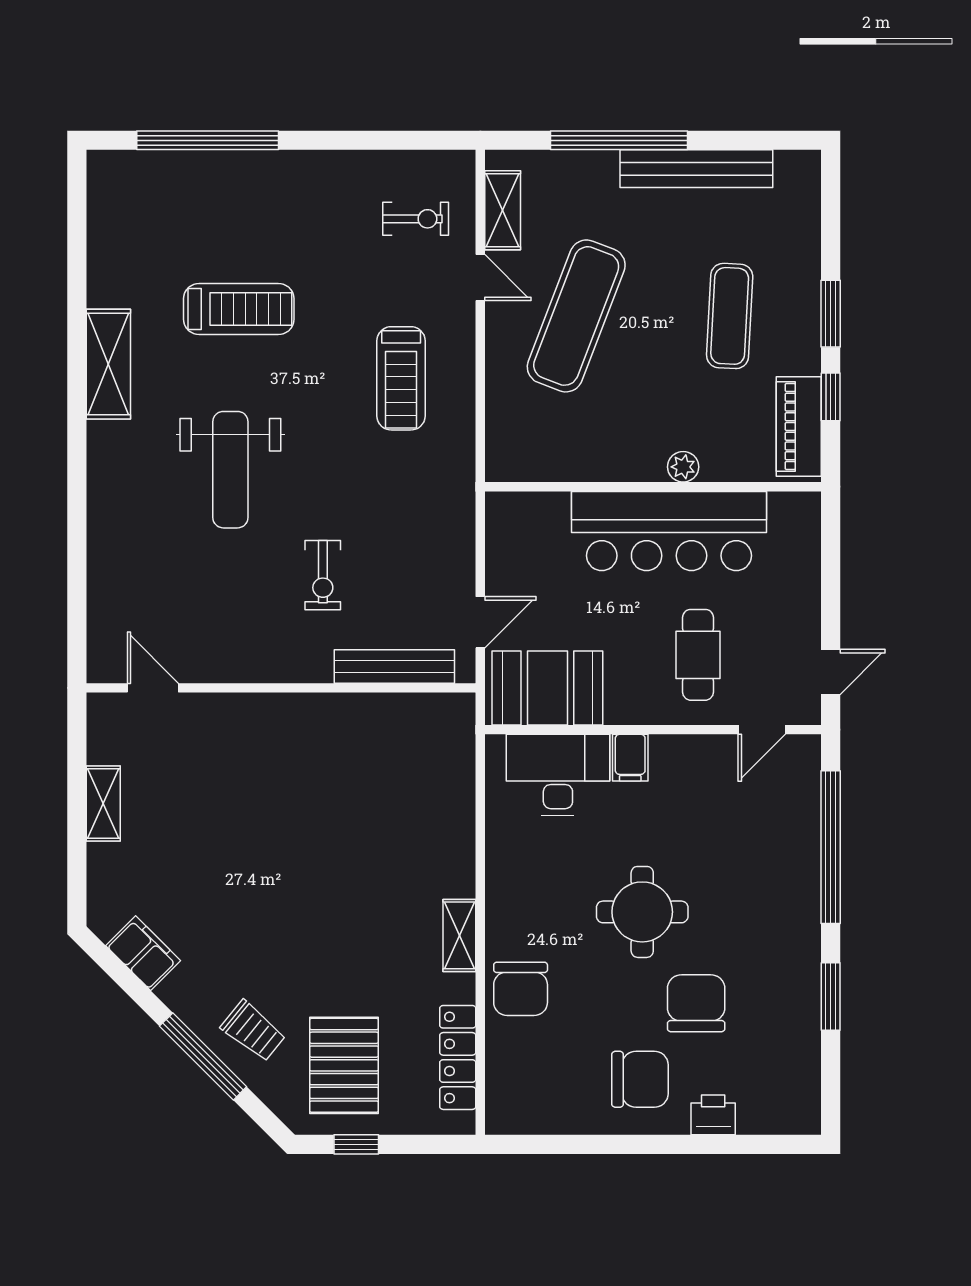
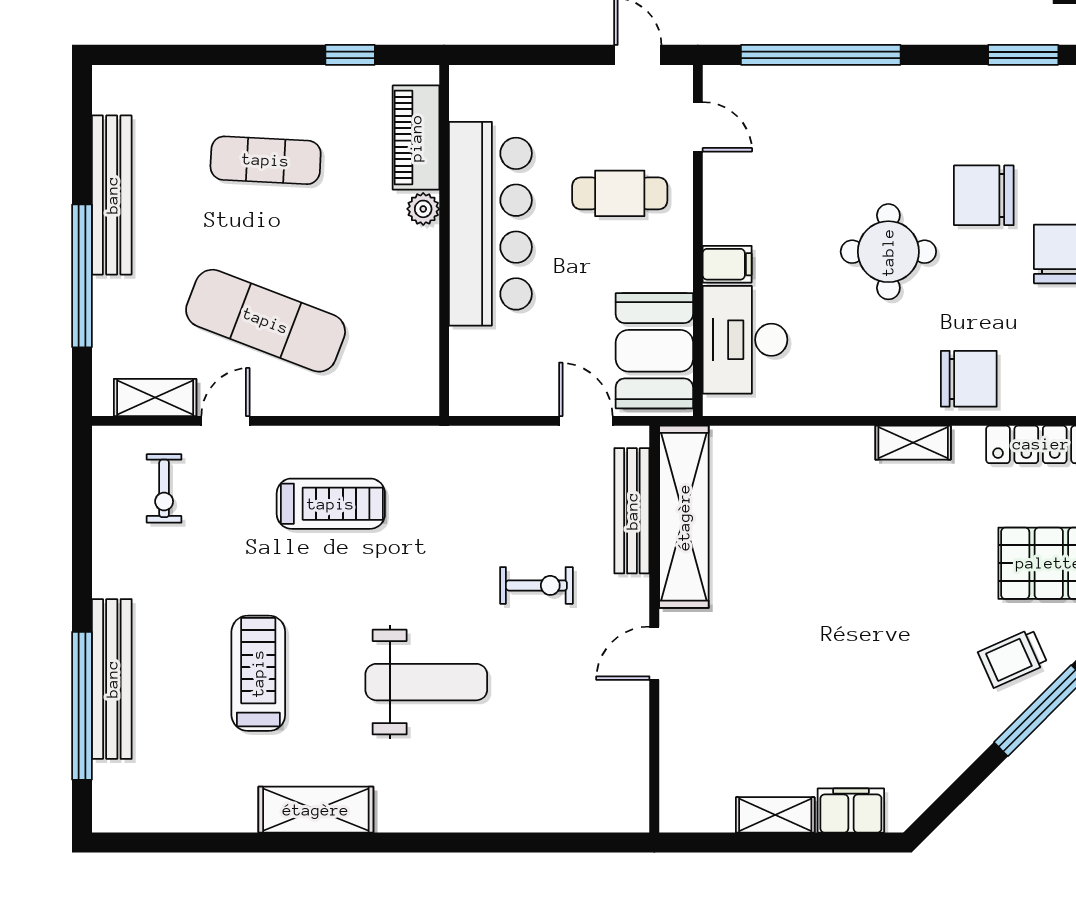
bench: (233, 169) -> (112, 679), added
exercise bike: (416, 219) -> (164, 488), turned 180
window: (831, 314) -> (263, 55), removed
piano: (799, 427) -> (416, 138), moved, turned 90
door: (153, 688) -> (654, 653), moved
shelving: (389, 716) -> (684, 517), added
filing cabinet: (143, 953) -> (851, 810), moved, turned 45
window: (831, 996) -> (1023, 55), moved
trolley: (253, 1031) -> (1013, 658), turned -153

